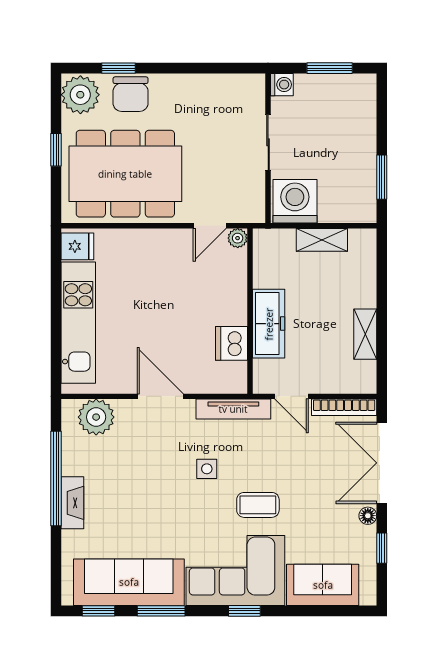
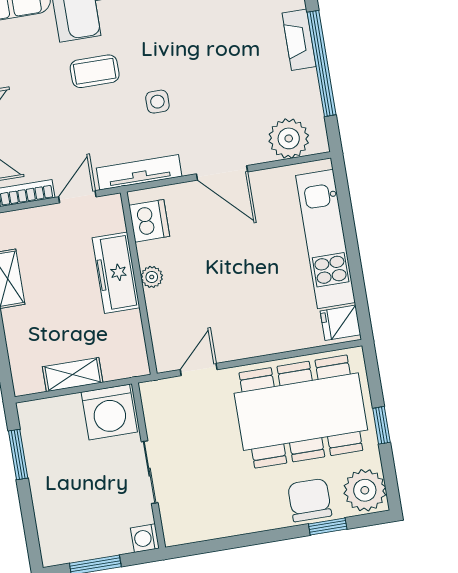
plant: (238, 238) -> (152, 277), moved
dishwasher: (232, 343) -> (149, 221), moved
door: (292, 396) -> (77, 197), hinge flipped

